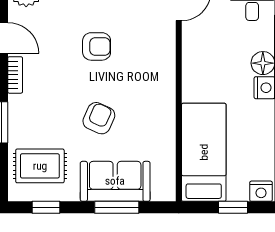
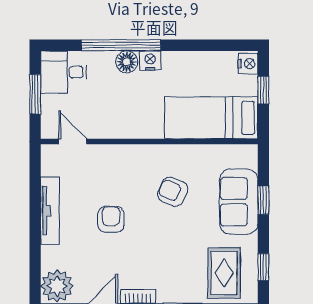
armchair: (99, 118) -> (173, 192), moved
window: (117, 207) -> (263, 200), width x0.67

